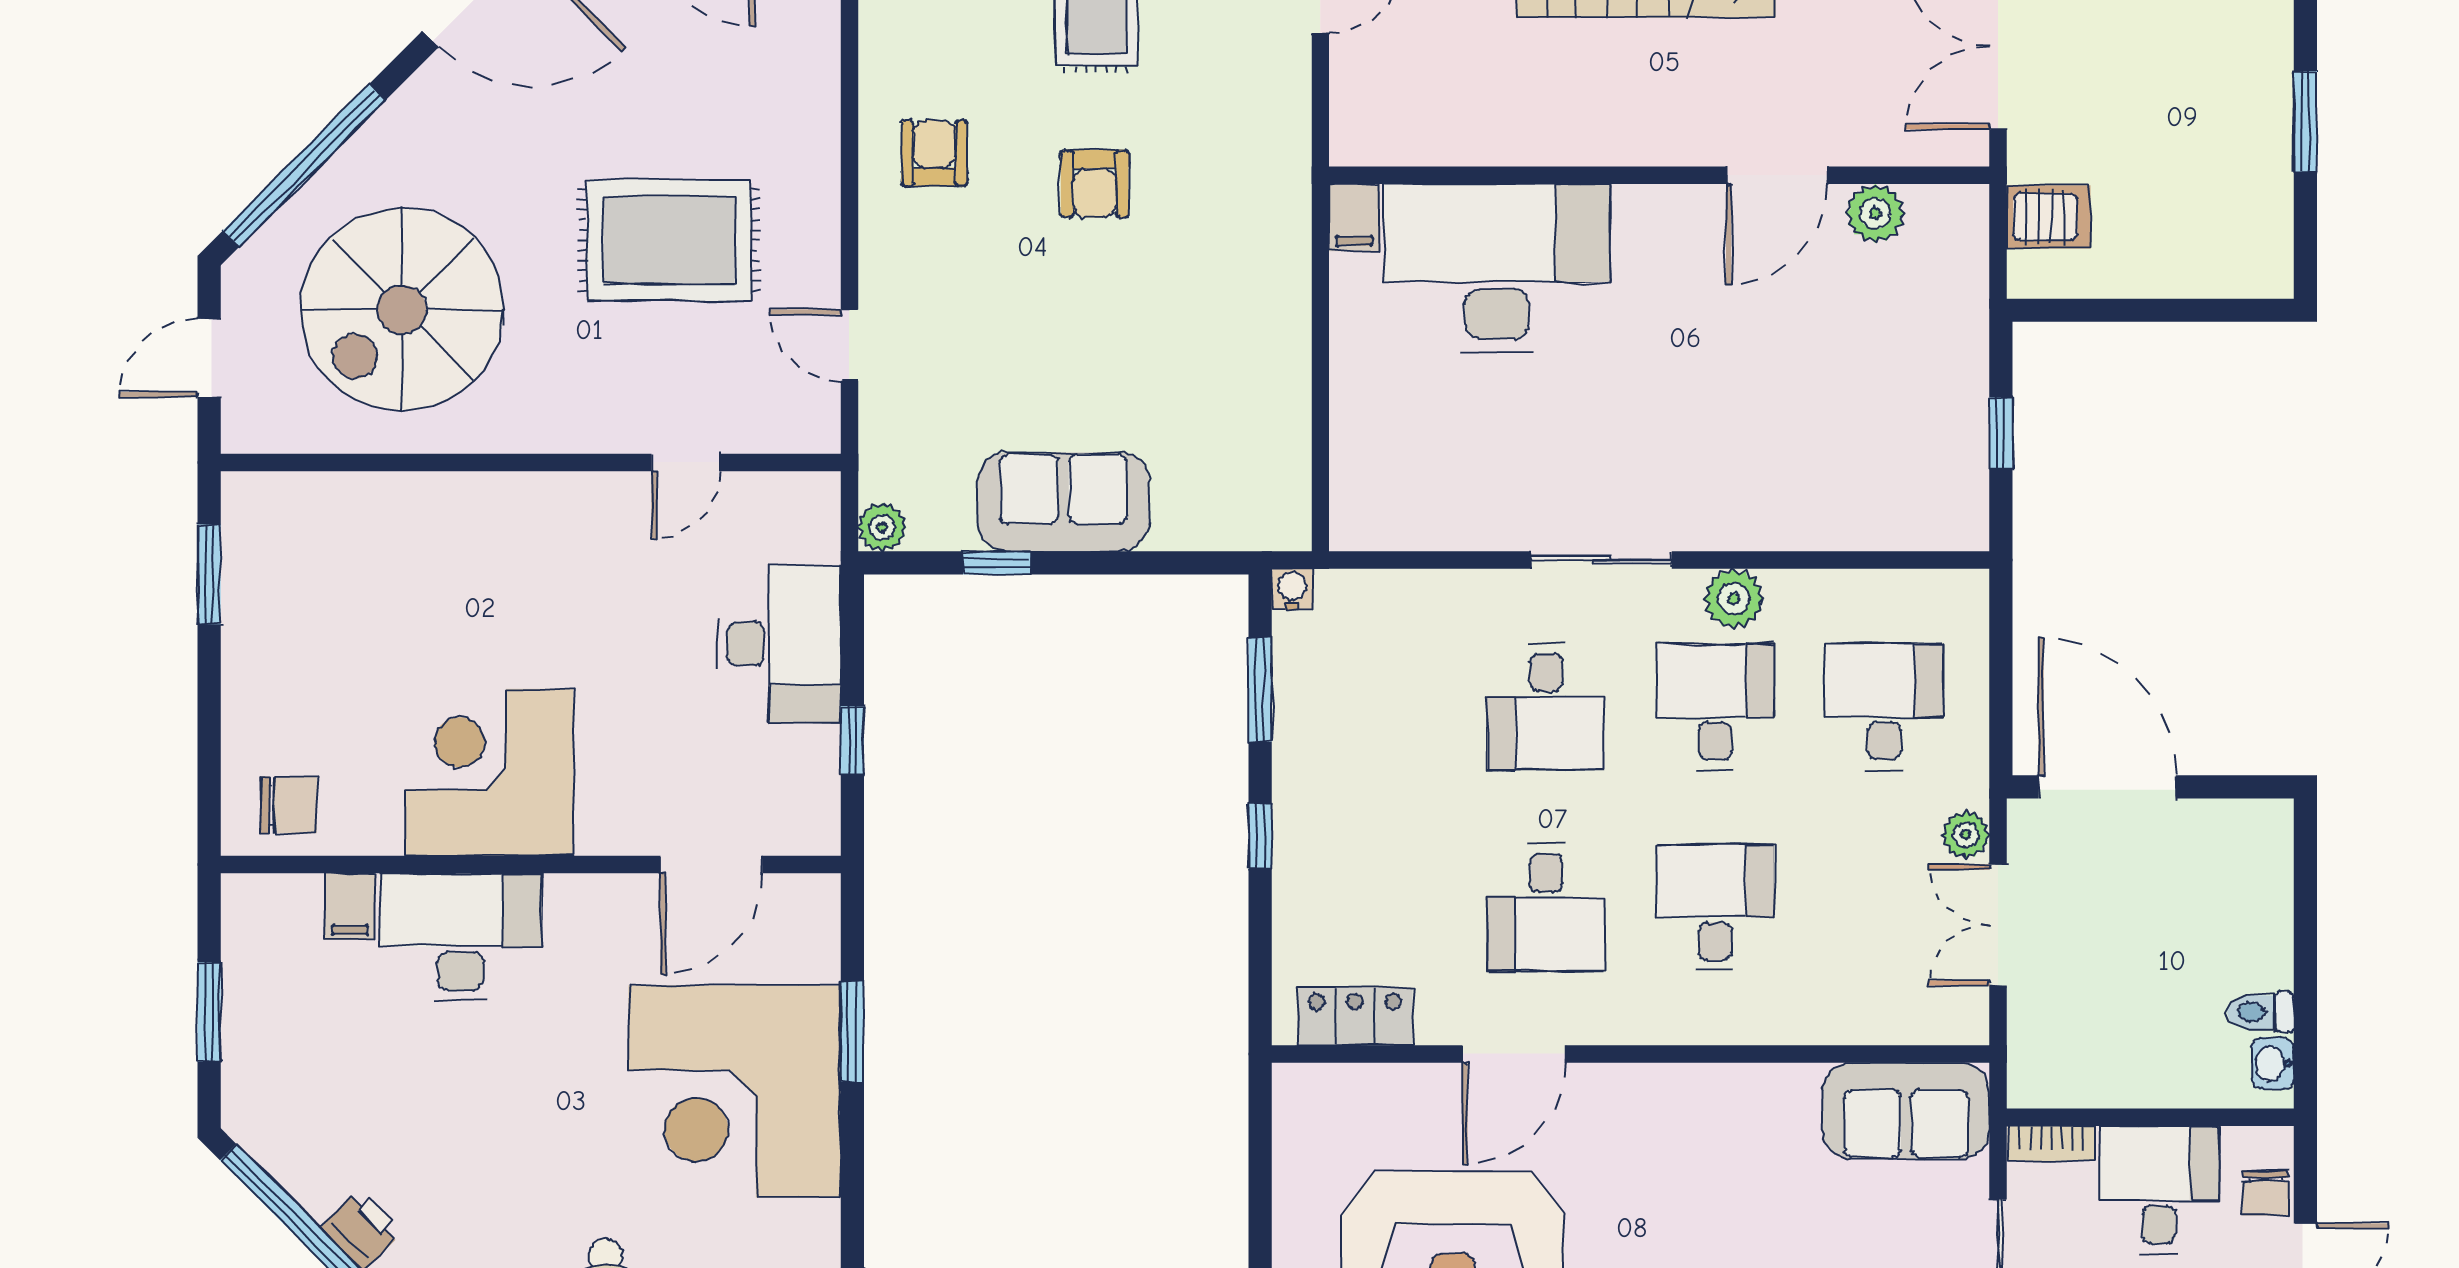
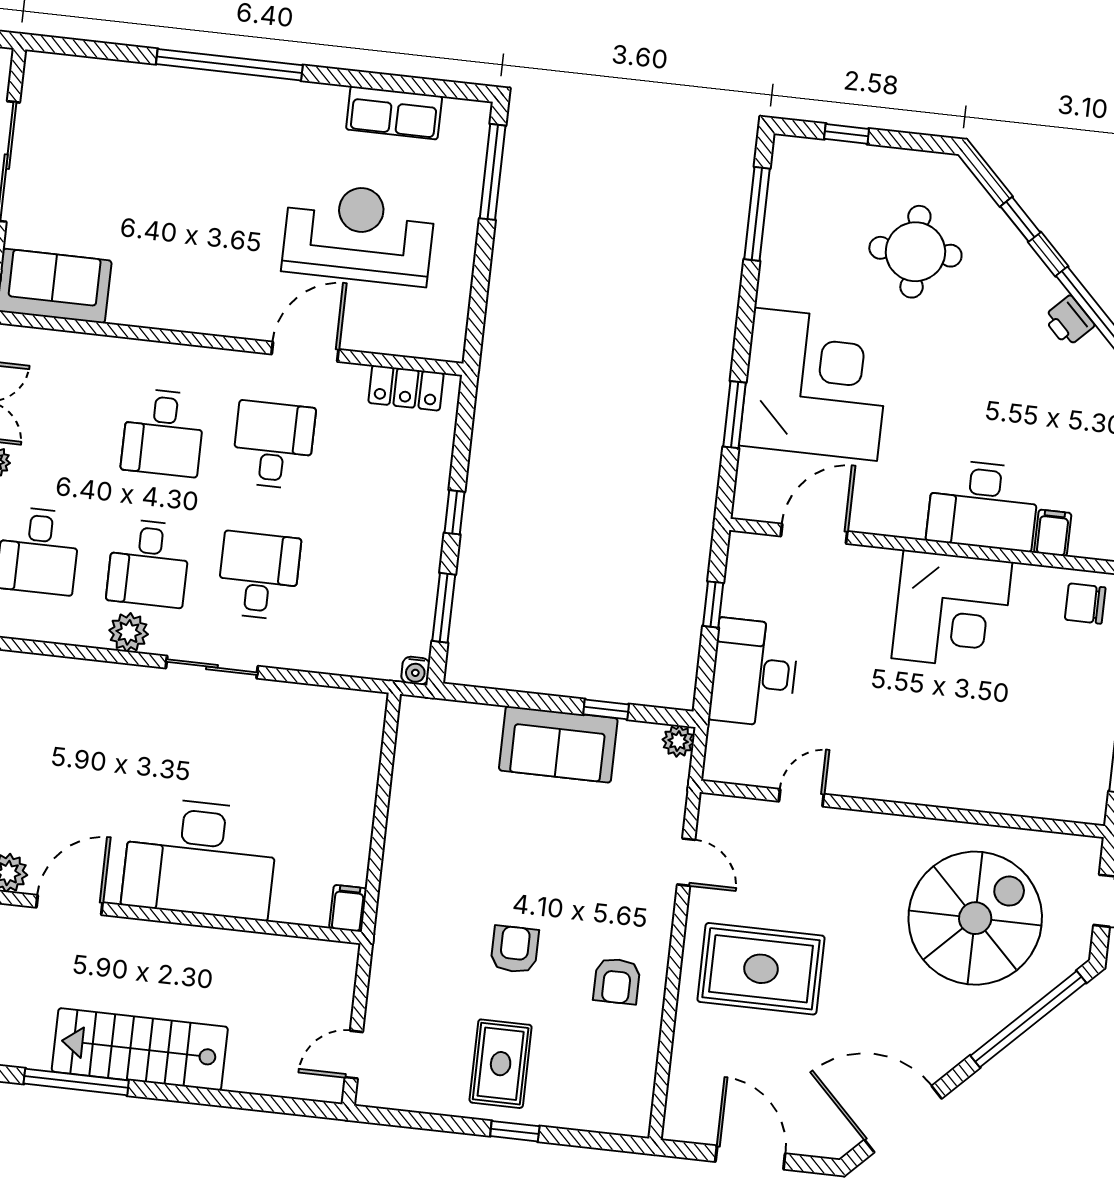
rug: (669, 240) -> (761, 969), moved
desk: (1497, 268) -> (200, 858), moved

